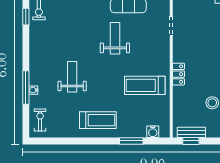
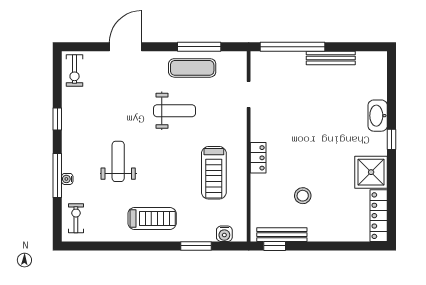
window: (26, 17) -> (57, 119), moved
weight bench: (115, 38) -> (175, 111), turned 90
treadmill: (145, 85) -> (214, 173), turned -90
bench: (191, 132) -> (282, 235), width x1.36

